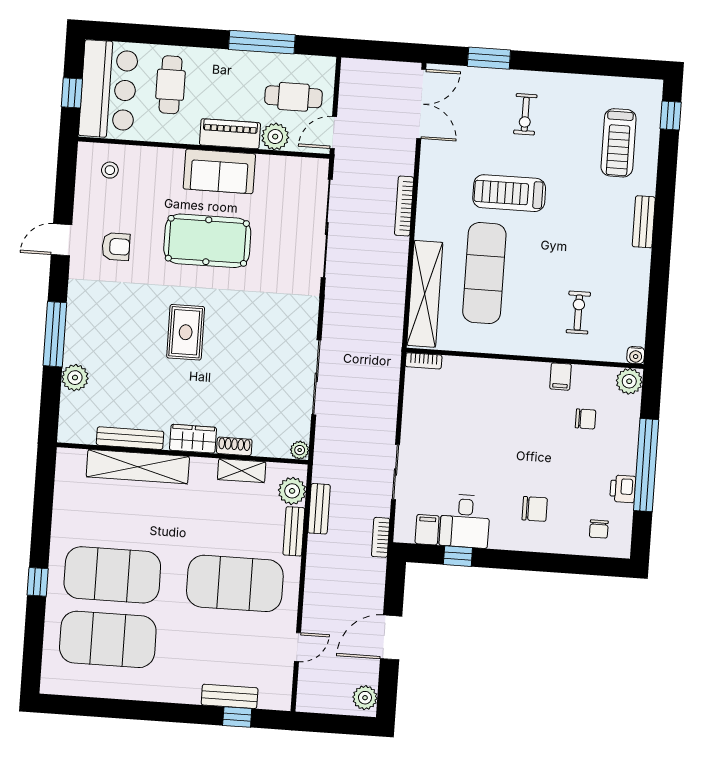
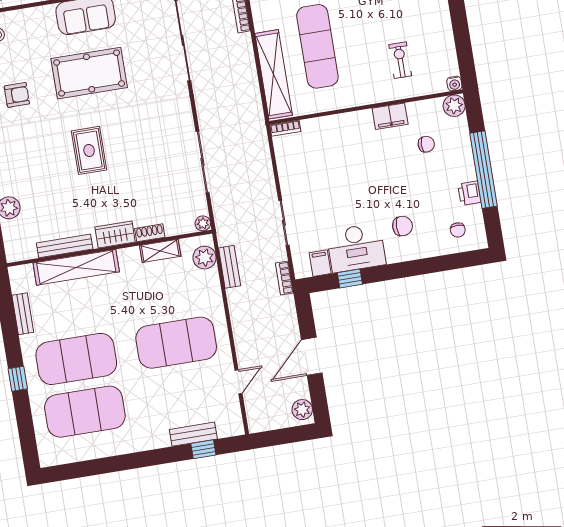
filing cabinet: (561, 377) -> (390, 116), width x2.00
desk: (465, 521) -> (356, 248), width x1.37
bench: (294, 531) -> (23, 314), moved

